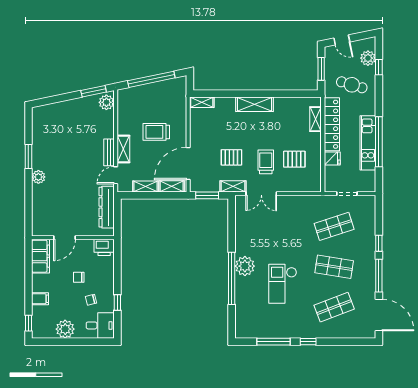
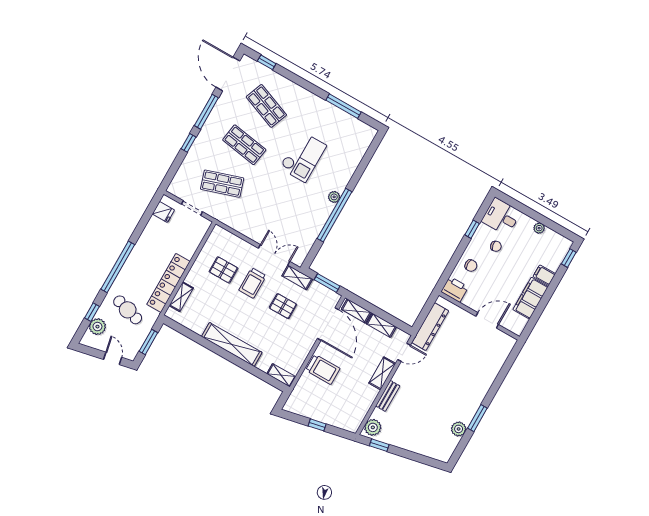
window: (151, 79) -> (317, 425), width x0.32
window: (94, 91) -> (379, 445), width x0.67
shelving: (254, 104) -> (232, 345), width x1.47
trolley: (156, 132) -> (323, 369), moved
window: (379, 142) -> (118, 267), moved
kitchen unit: (368, 143) -> (144, 245), removed
bench: (109, 152) -> (388, 396), moved
fridge: (332, 159) -> (163, 212), moved, turned 180
door: (188, 163) -> (328, 324), hinge flipped
plant: (38, 177) -> (459, 429), moved
filing cabinet: (41, 256) -> (530, 298), moved
plant: (245, 266) -> (334, 197), width x0.53, depth x0.53
chair: (79, 277) -> (471, 266), moved
window: (232, 278) -> (334, 215), moved
shop shelf: (334, 307) -> (266, 106), turned 42
plant: (65, 329) -> (539, 228), width x0.53, depth x0.53
window: (308, 342) -> (267, 62), moved

